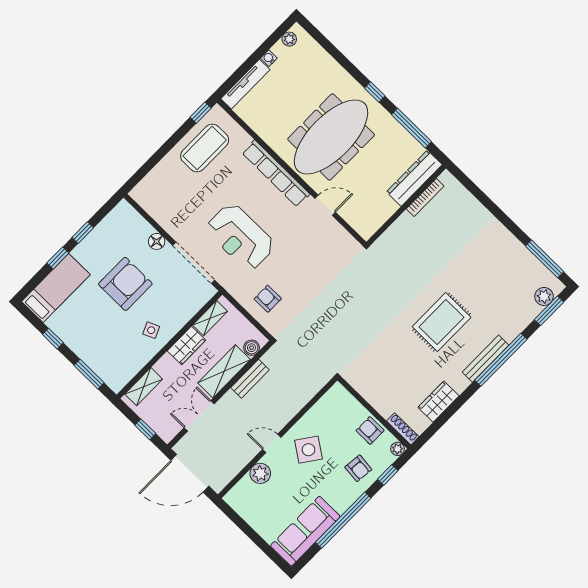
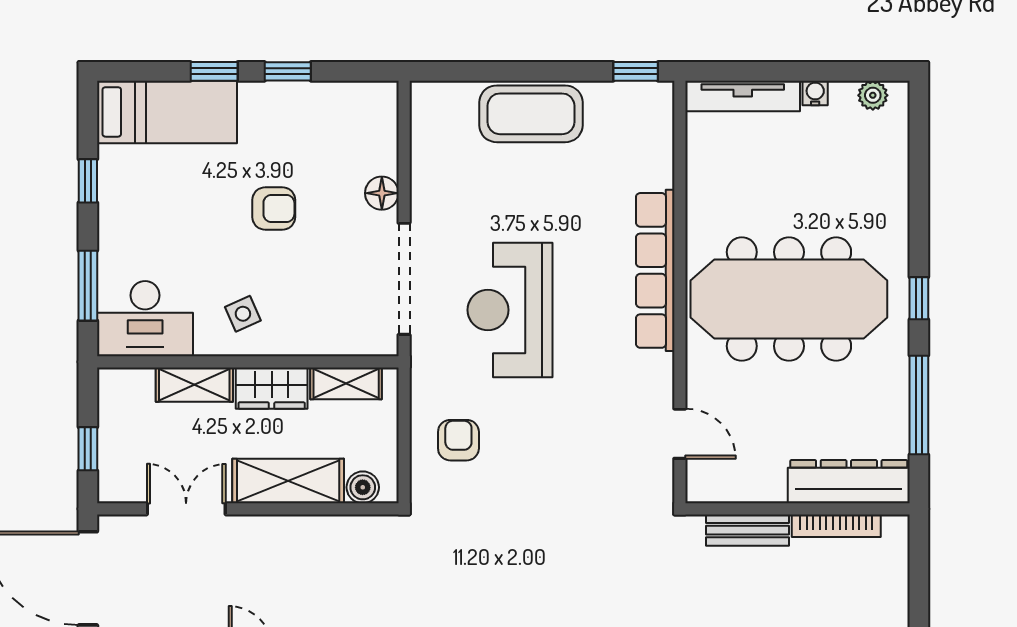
coffee table: (205, 148) -> (531, 114), moved
door: (325, 205) -> (680, 434), moved
armchair: (125, 284) -> (274, 208), width x0.53, depth x0.53
desk: (120, 366) -> (145, 319), added
bench: (250, 379) -> (748, 530), moved
shelving: (144, 387) -> (194, 385), moved

